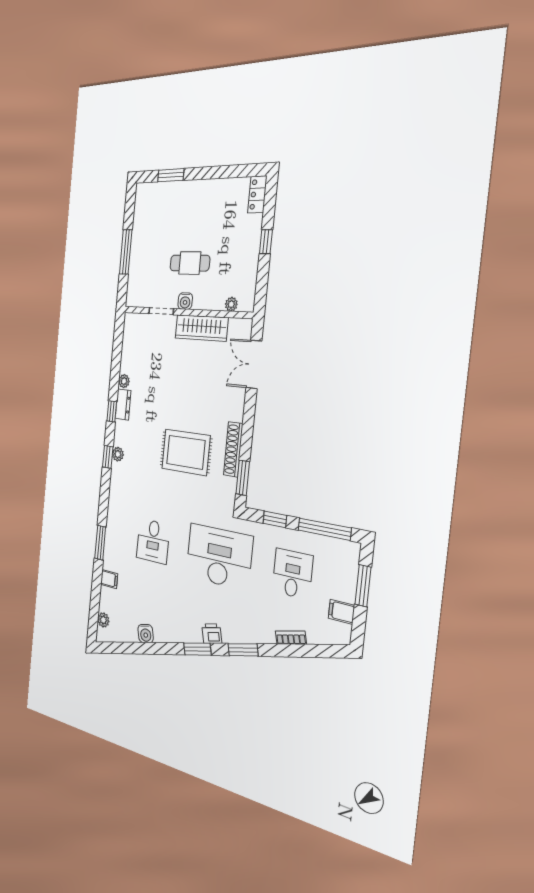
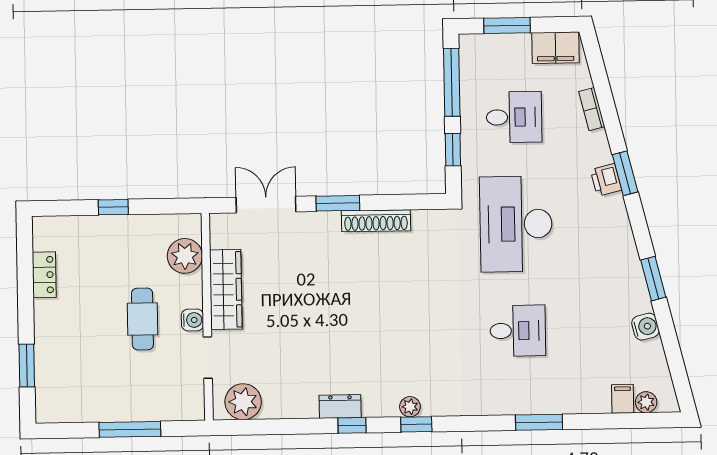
locker: (257, 194) -> (44, 275), moved, turned -90
plant: (231, 304) -> (185, 256), width x1.87, depth x1.87
double door: (254, 364) -> (266, 205), swing flipped
plant: (124, 381) -> (243, 402), moved, width x1.87, depth x1.87
rug: (186, 452) -> (390, 293), removed
window: (243, 478) -> (338, 203), moved
desk: (292, 574) -> (514, 117), turned 180
filing cabinet: (109, 579) -> (623, 399), moved
filing cabinet: (341, 612) -> (555, 48), width x2.00
printer: (212, 634) -> (606, 180), moved
window: (197, 649) -> (653, 279), moved

